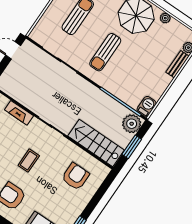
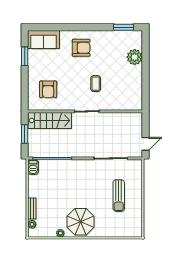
sun lounger: (105, 52) -> (84, 184), removed
fireplace: (19, 113) -> (114, 106), removed
plant: (132, 124) -> (35, 149), removed
coffee table: (29, 161) -> (96, 84), moved

